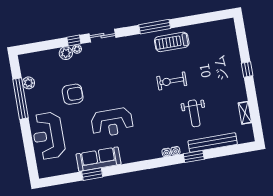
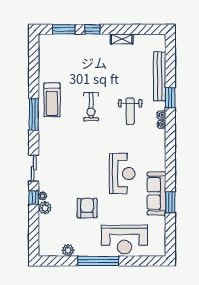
window: (242, 41) -> (64, 29), added
window: (21, 99) -> (98, 261), moved
weight bench: (194, 113) -> (130, 111), moved, turned 90
shelving: (245, 113) -> (122, 39), moved

